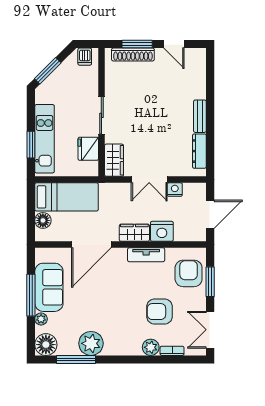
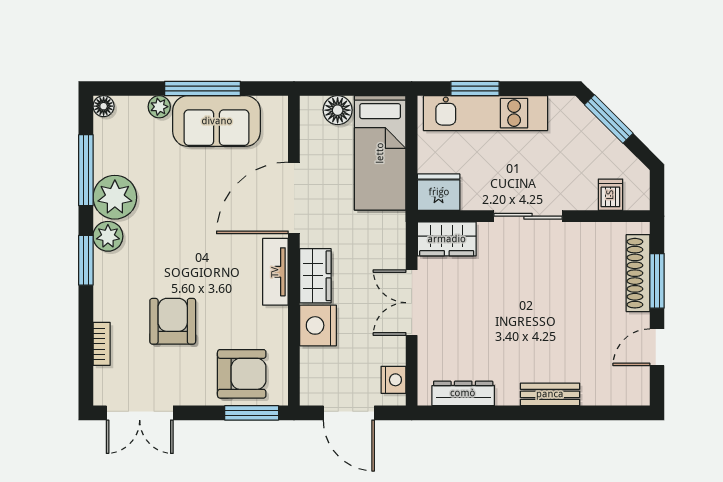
dishwasher: (85, 57) -> (610, 195), moved, turned 90
bench: (200, 116) -> (550, 394), moved
fridge: (88, 149) -> (439, 192), moved
nightstand: (175, 190) -> (393, 380), moved
door: (91, 245) -> (294, 198), hinge flipped
tv unit: (146, 255) -> (275, 272), moved
window: (210, 282) -> (252, 413), moved
double door: (210, 330) -> (140, 413), swing flipped
floor lamp: (46, 345) -> (104, 106), width x0.53, depth x0.53
plant: (151, 347) -> (108, 236), moved
window: (126, 360) -> (86, 260), added

